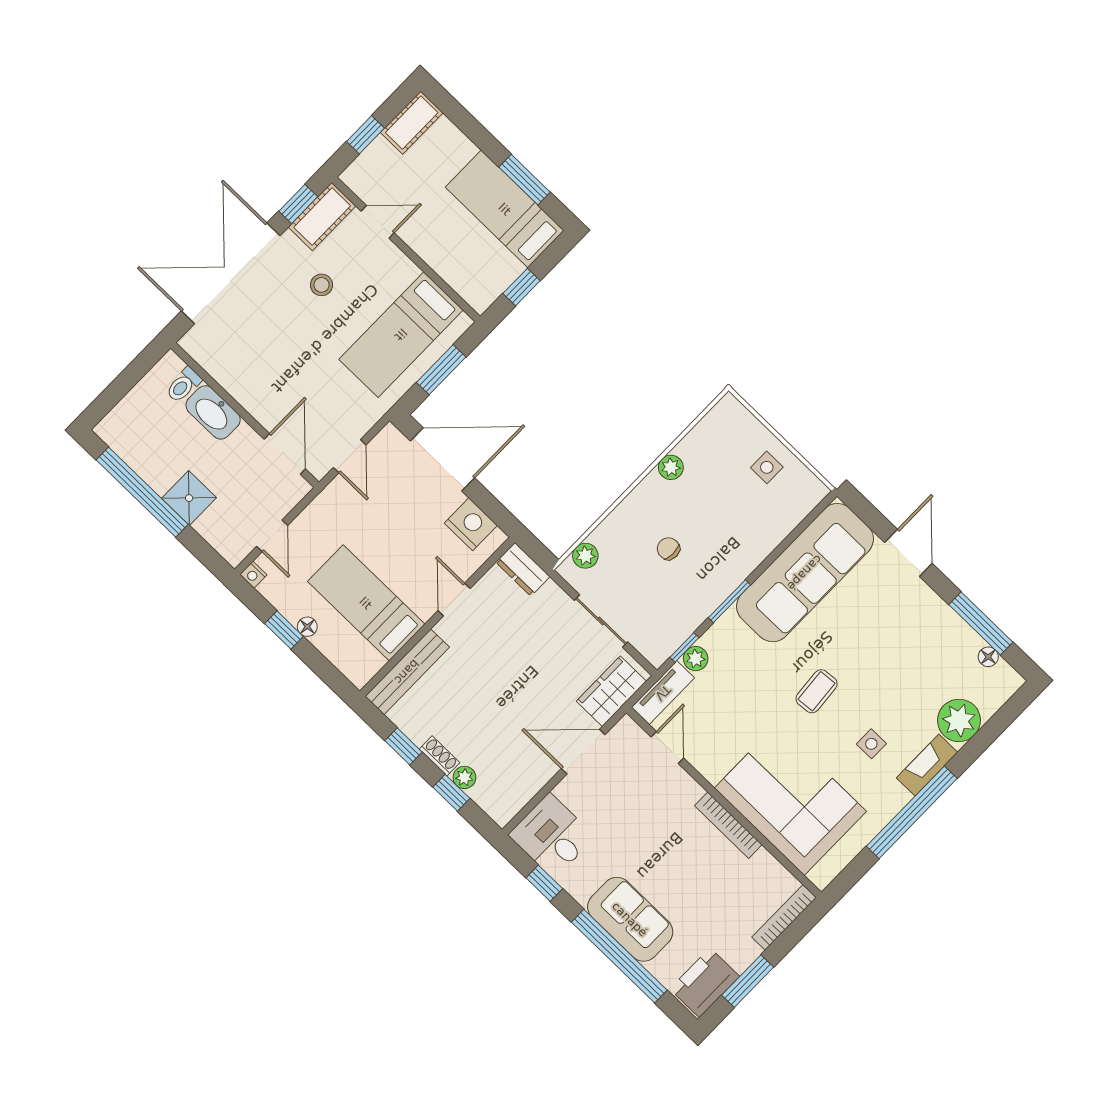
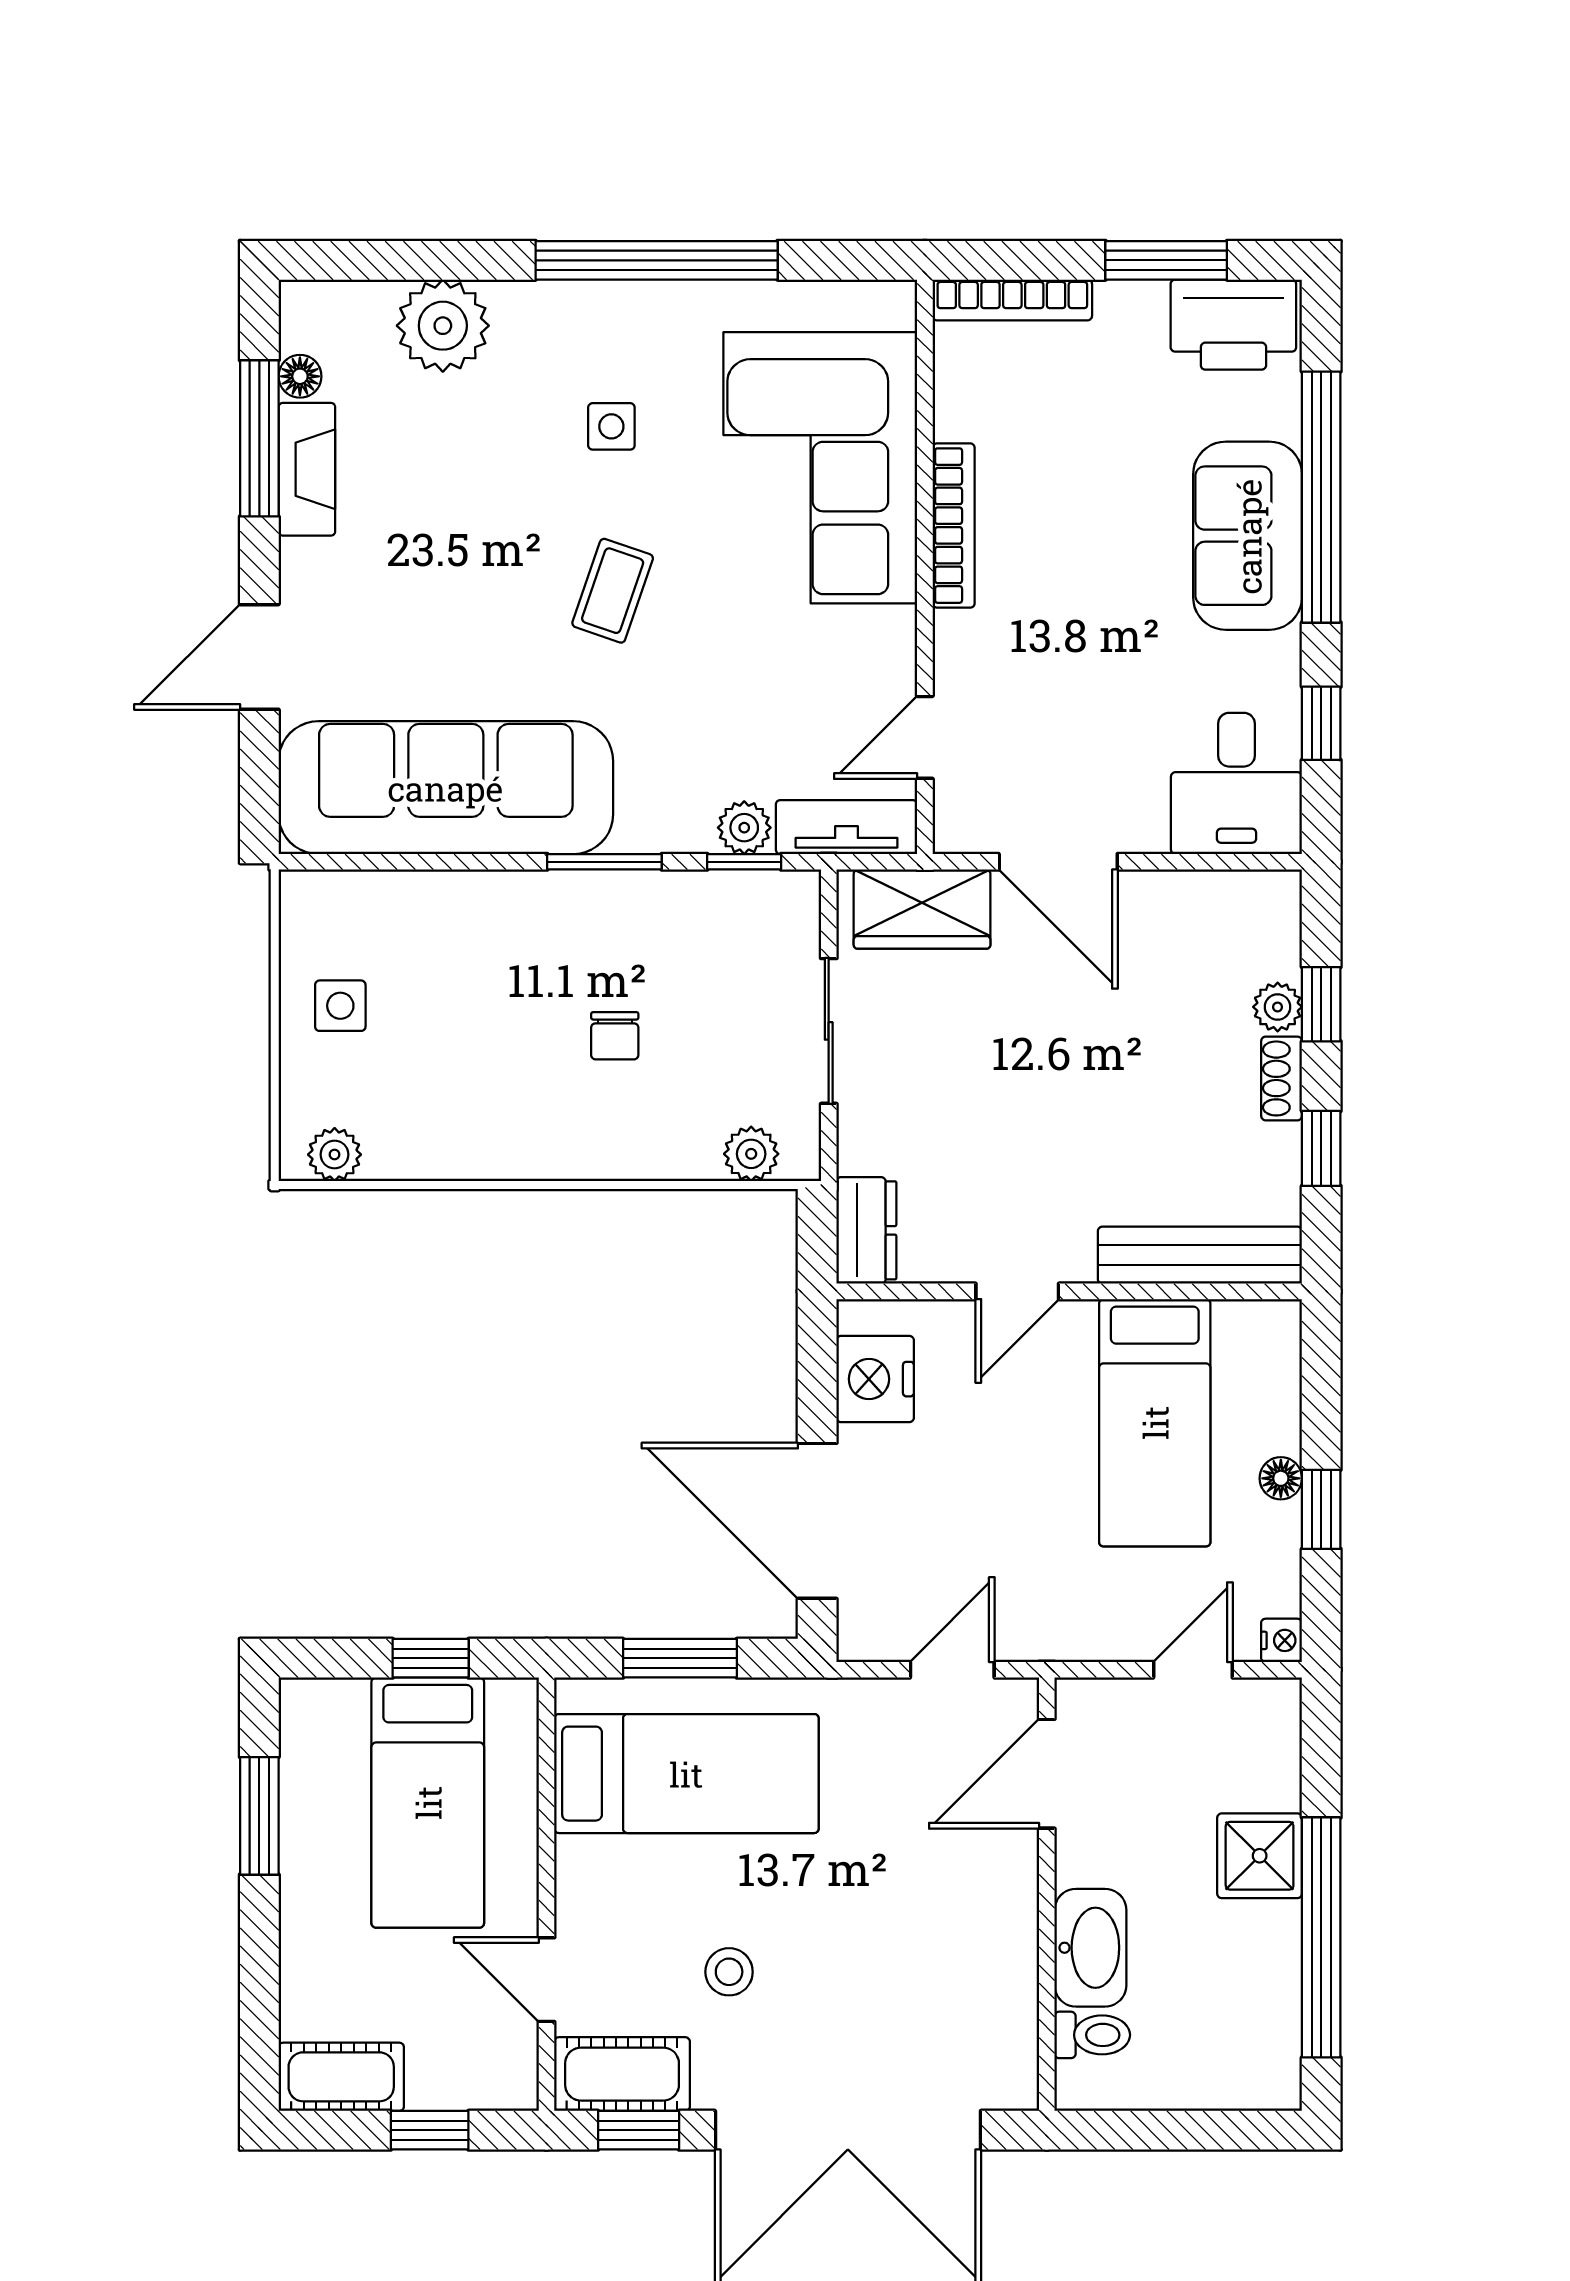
bed: (505, 209) -> (428, 1803), moved
plant: (671, 467) -> (335, 1155), moved
coffee table: (817, 691) -> (613, 591), turned -66
fireplace: (927, 765) -> (307, 469), moved, turned -90

